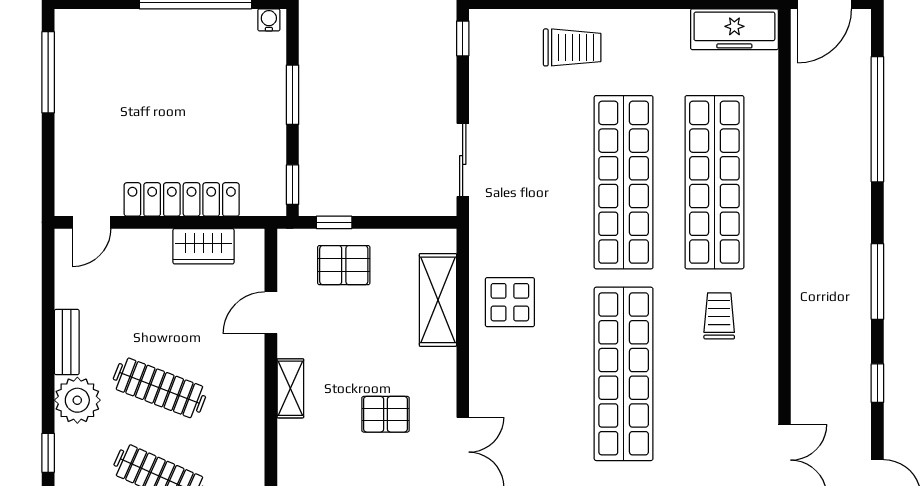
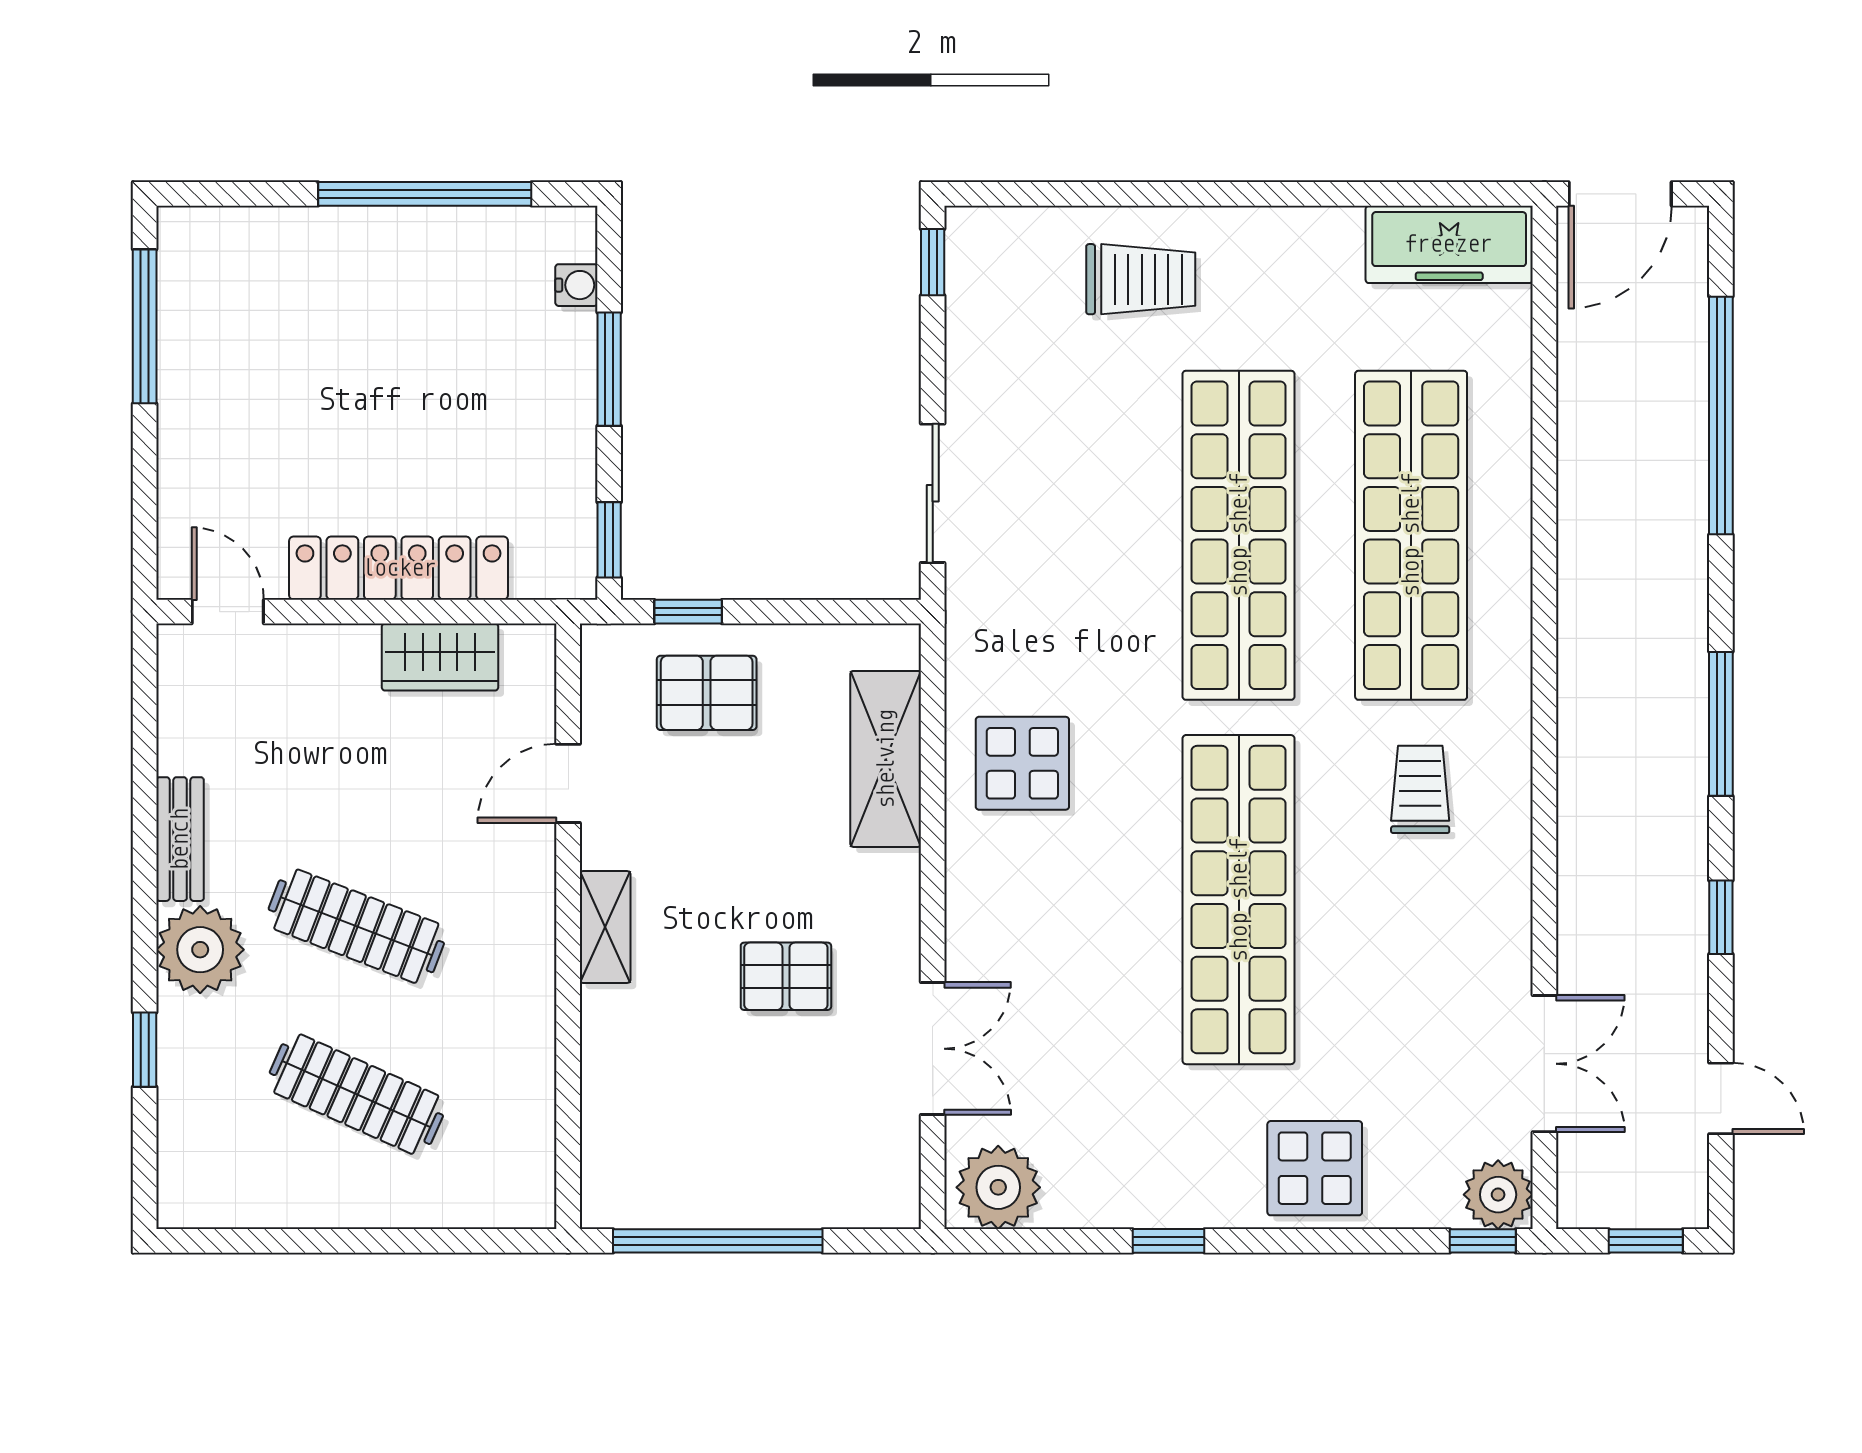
water cooler: (269, 20) -> (576, 285), moved, turned 90
door: (92, 222) -> (228, 612), swing flipped

